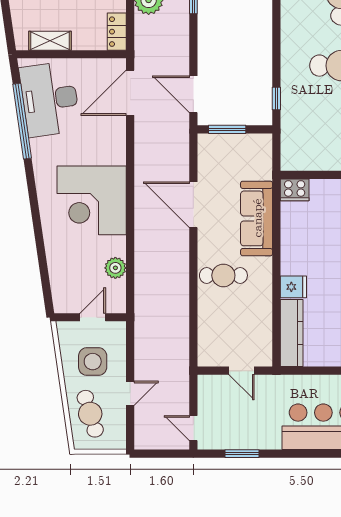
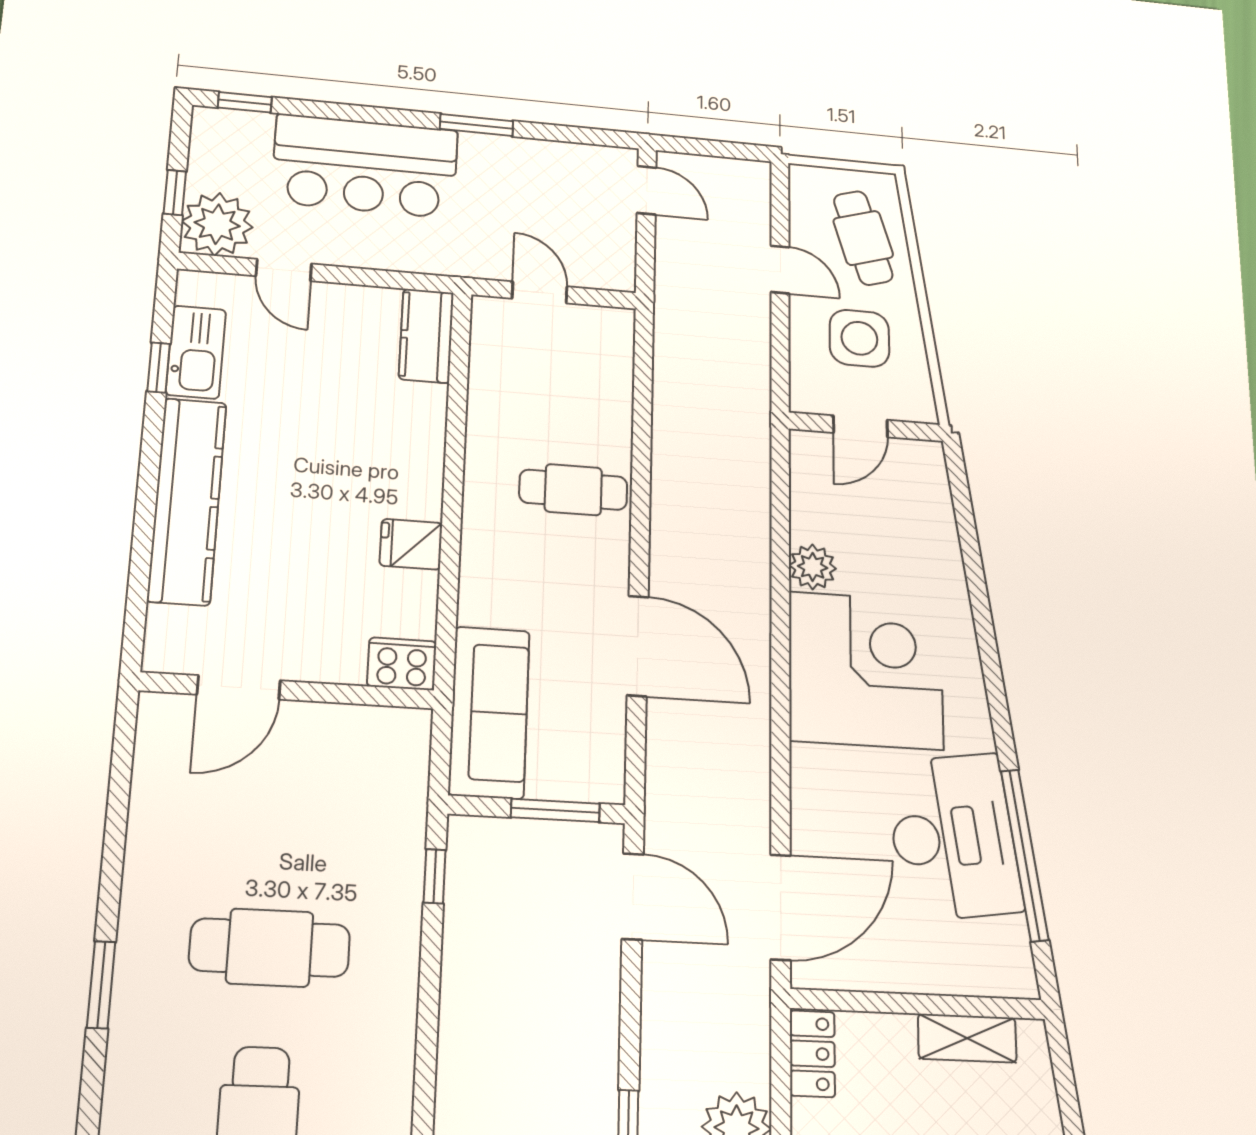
desk: (50, 99) -> (953, 837), moved
sofa: (257, 218) -> (489, 712), moved
plant: (115, 268) -> (813, 567), moved
fridge: (293, 287) -> (411, 544), moved
kitchen counter: (292, 333) -> (426, 336), width x0.67
door: (130, 393) -> (780, 270), swing flipped
window: (242, 454) -> (477, 125), moved

